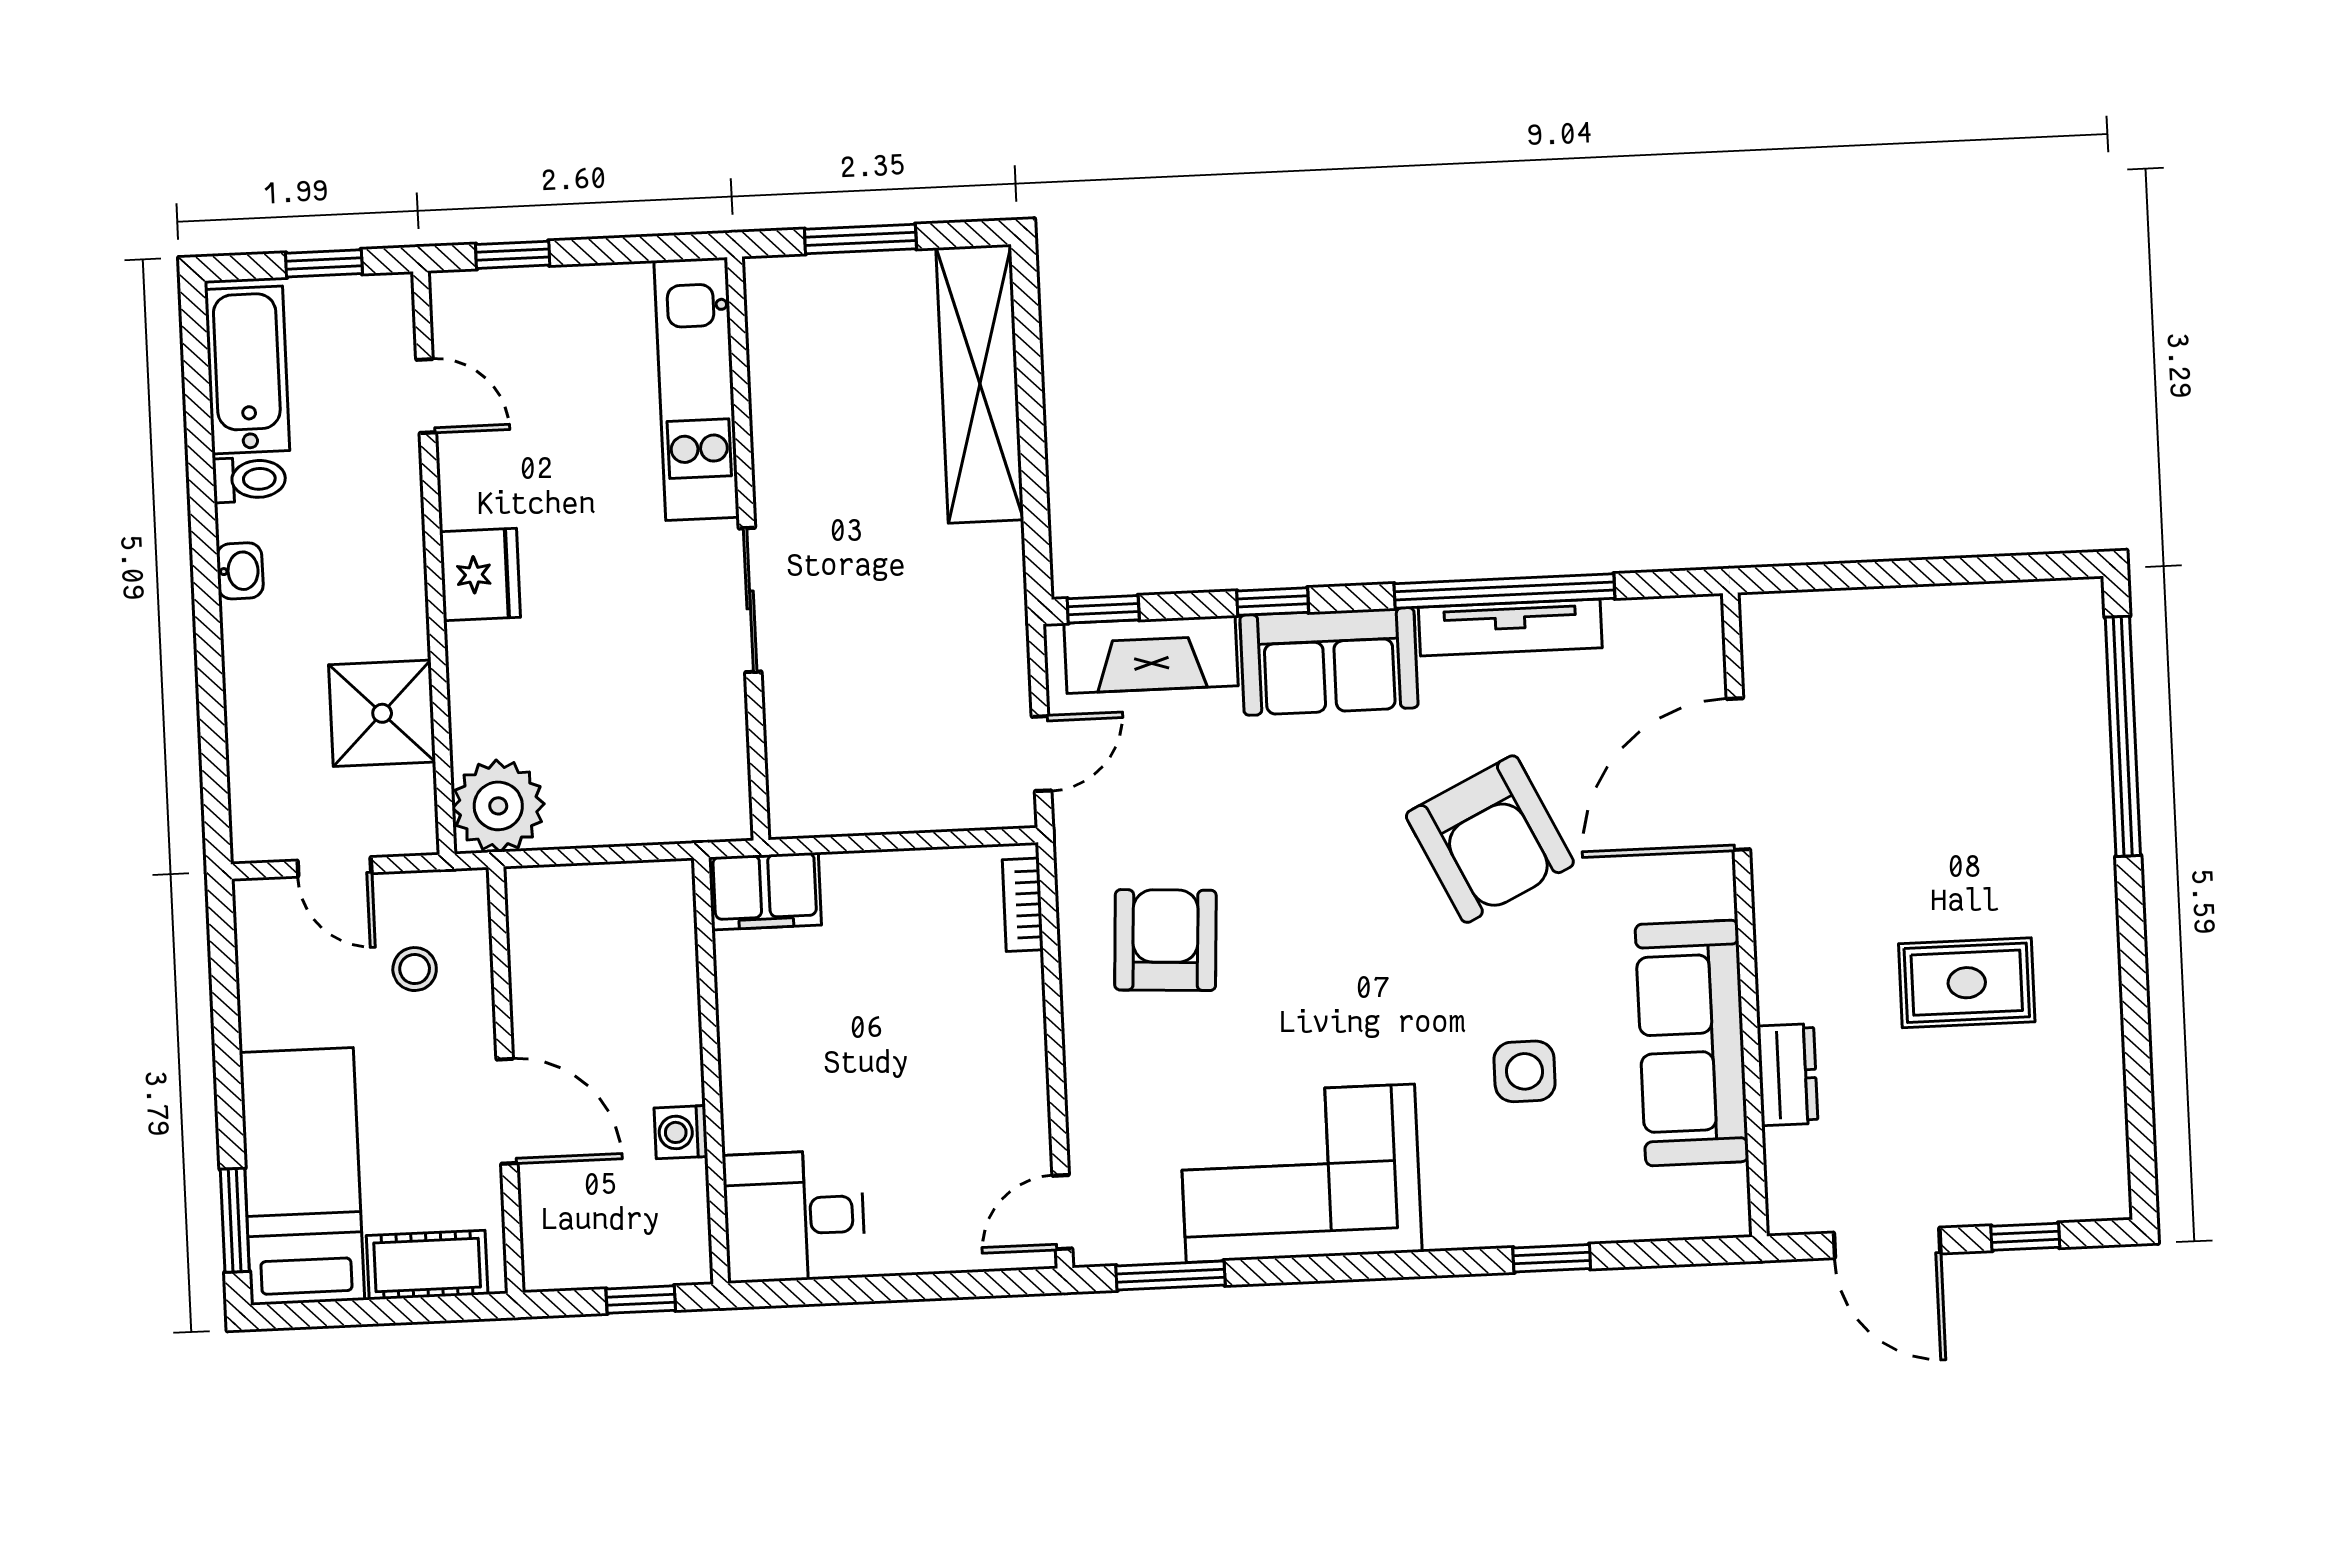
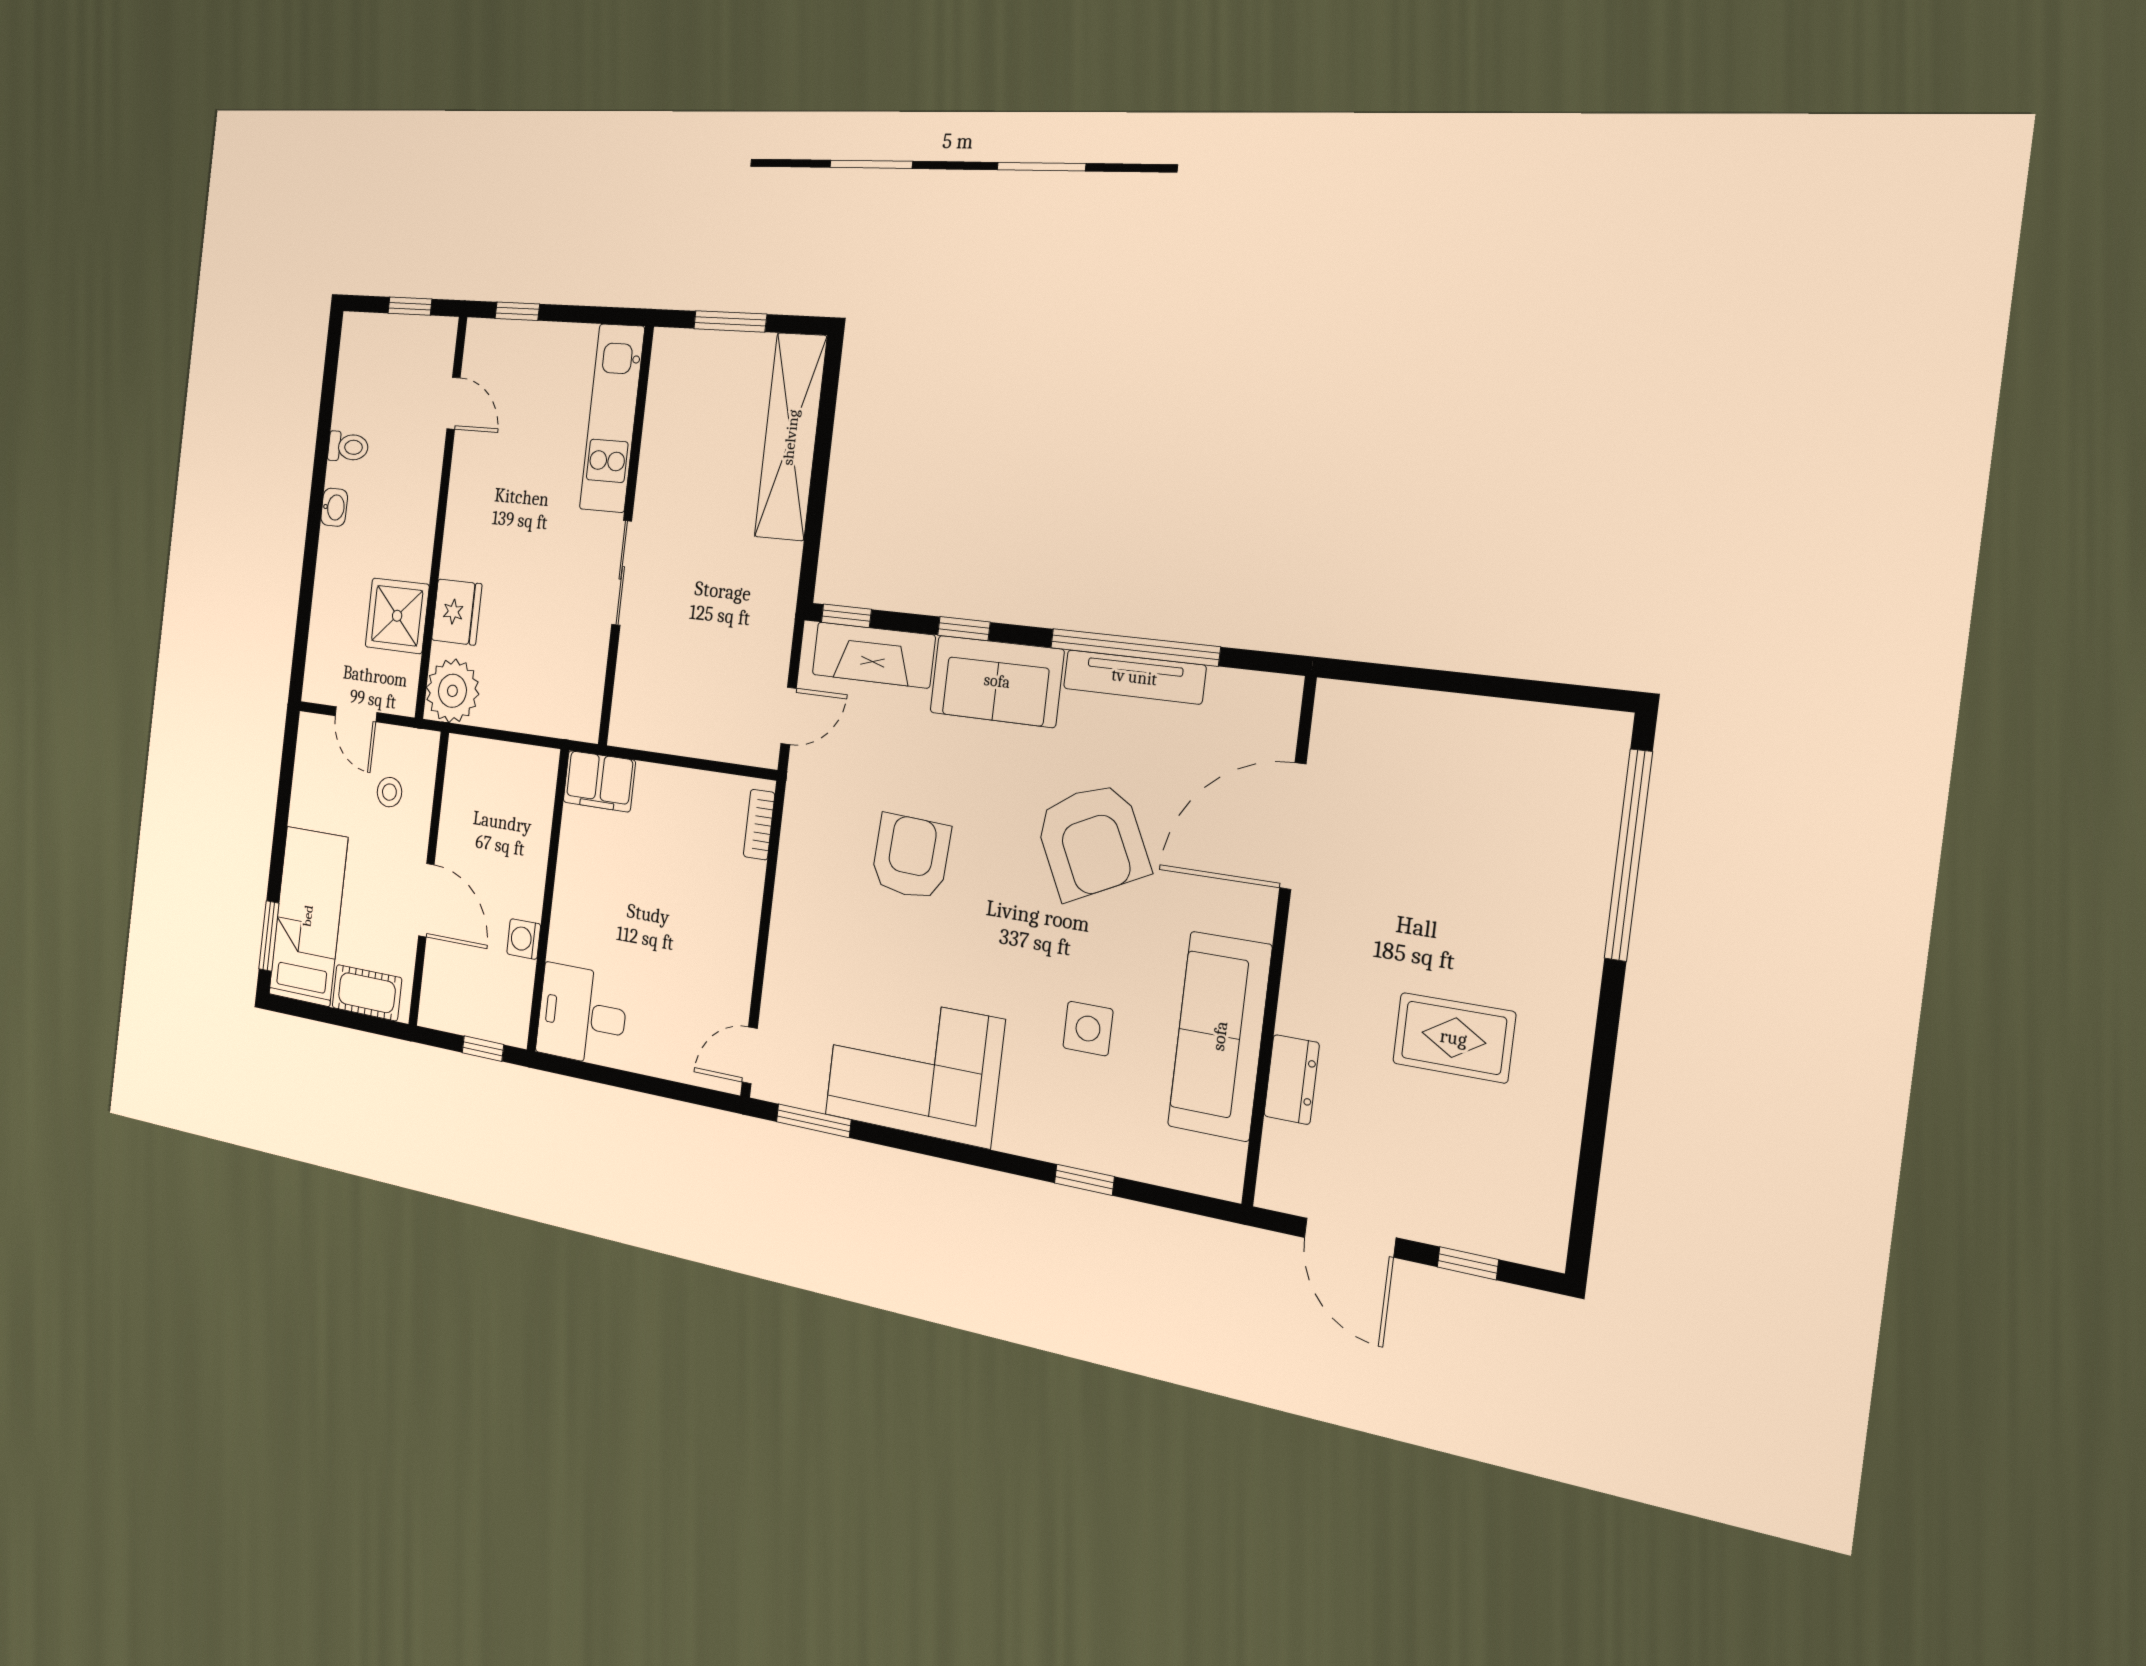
bathtub: (247, 370) -> (358, 373), removed
fridge: (480, 575) -> (457, 612), moved
armchair: (1165, 940) -> (911, 857), moved

